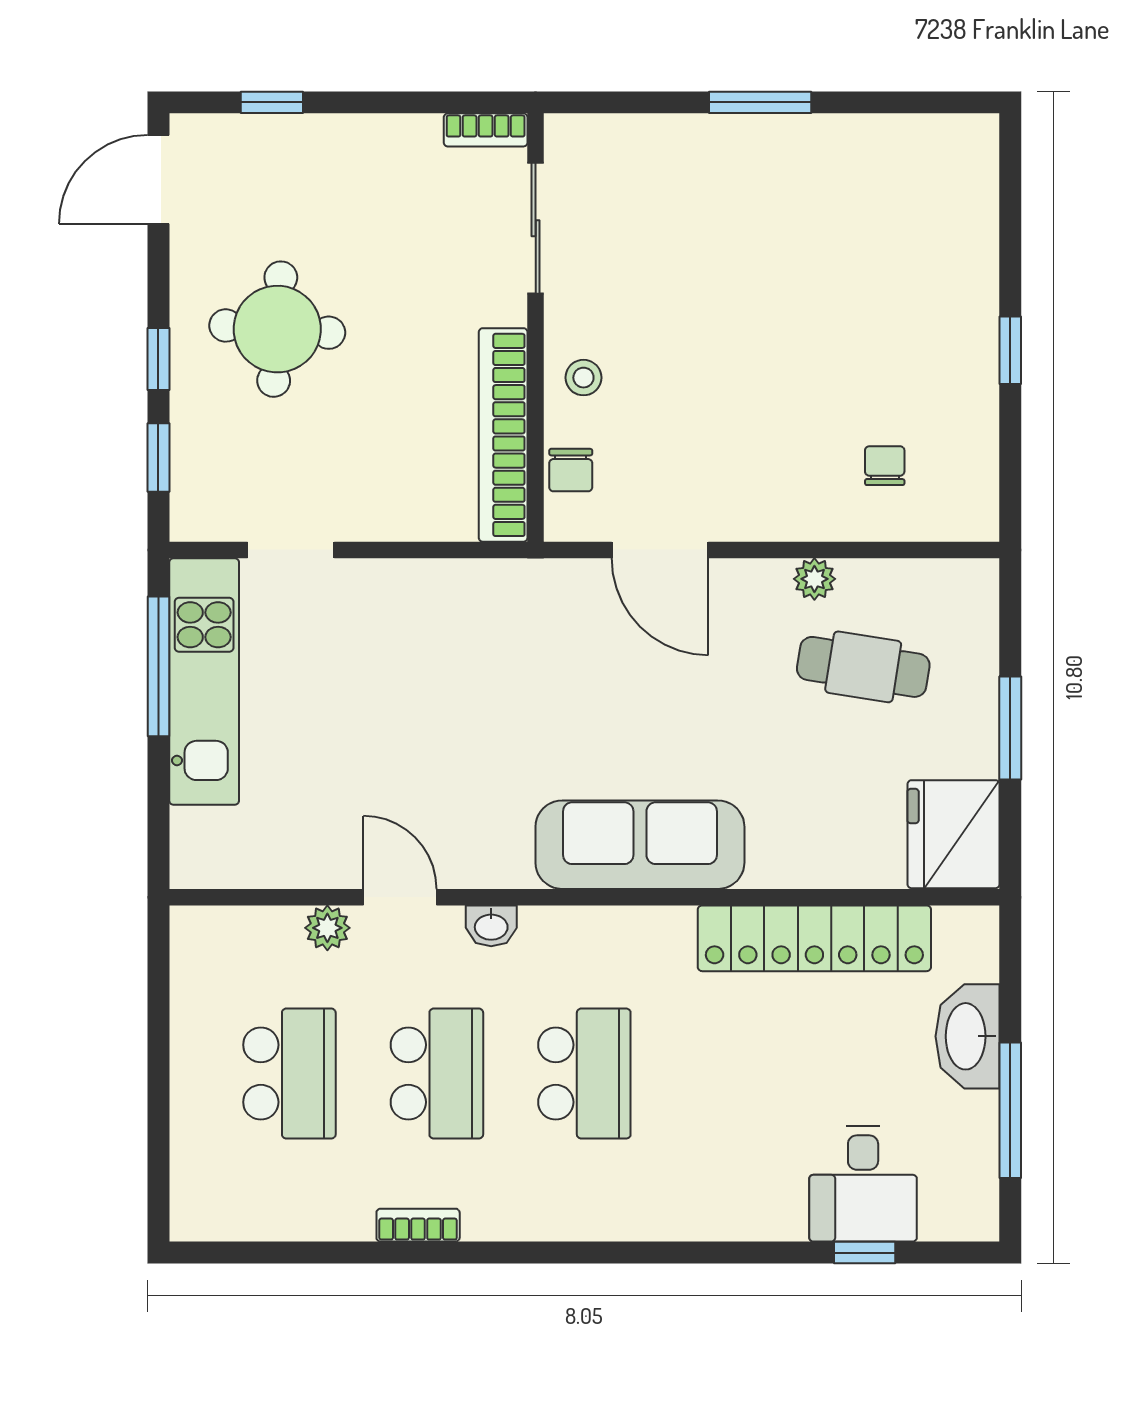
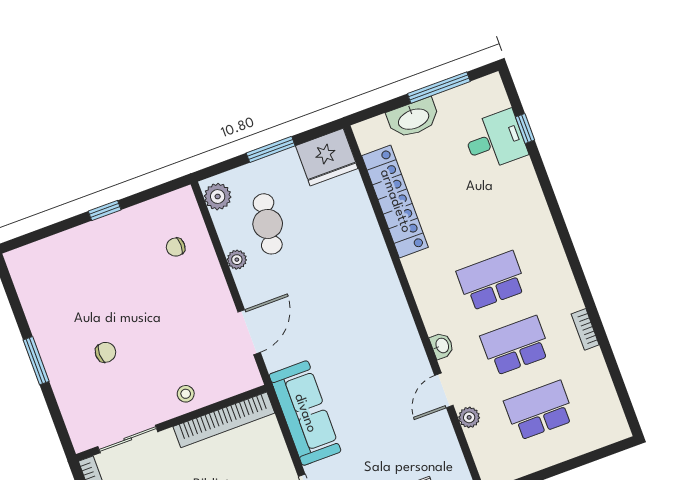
chair: (571, 470) -> (106, 352), moved
plant: (955, 587) -> (218, 197), added
sofa: (640, 845) -> (305, 413), moved, turned 180

